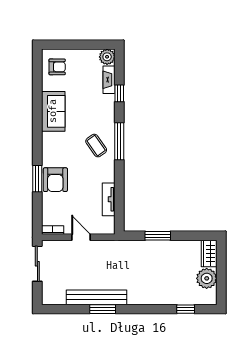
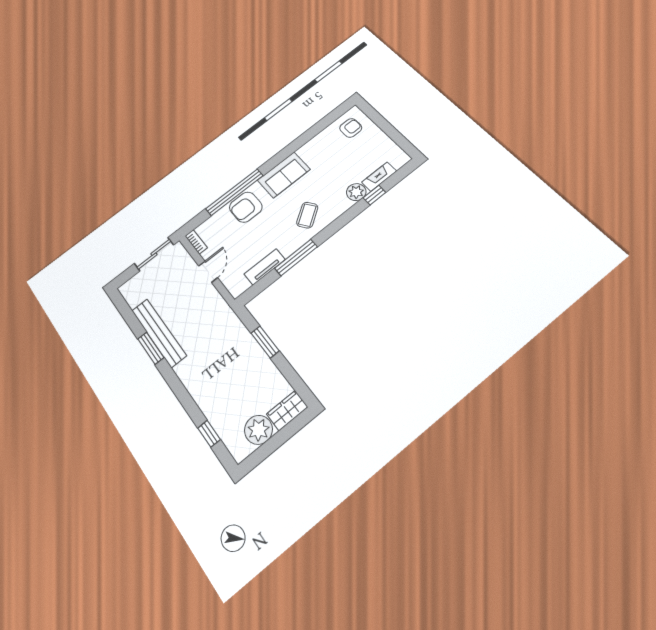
plant: (107, 57) -> (356, 192), moved
armchair: (57, 67) -> (351, 128), turned -90
sofa: (53, 111) -> (284, 175), moved
window: (119, 141) -> (296, 257), moved
window: (37, 179) -> (234, 192), width x2.11

